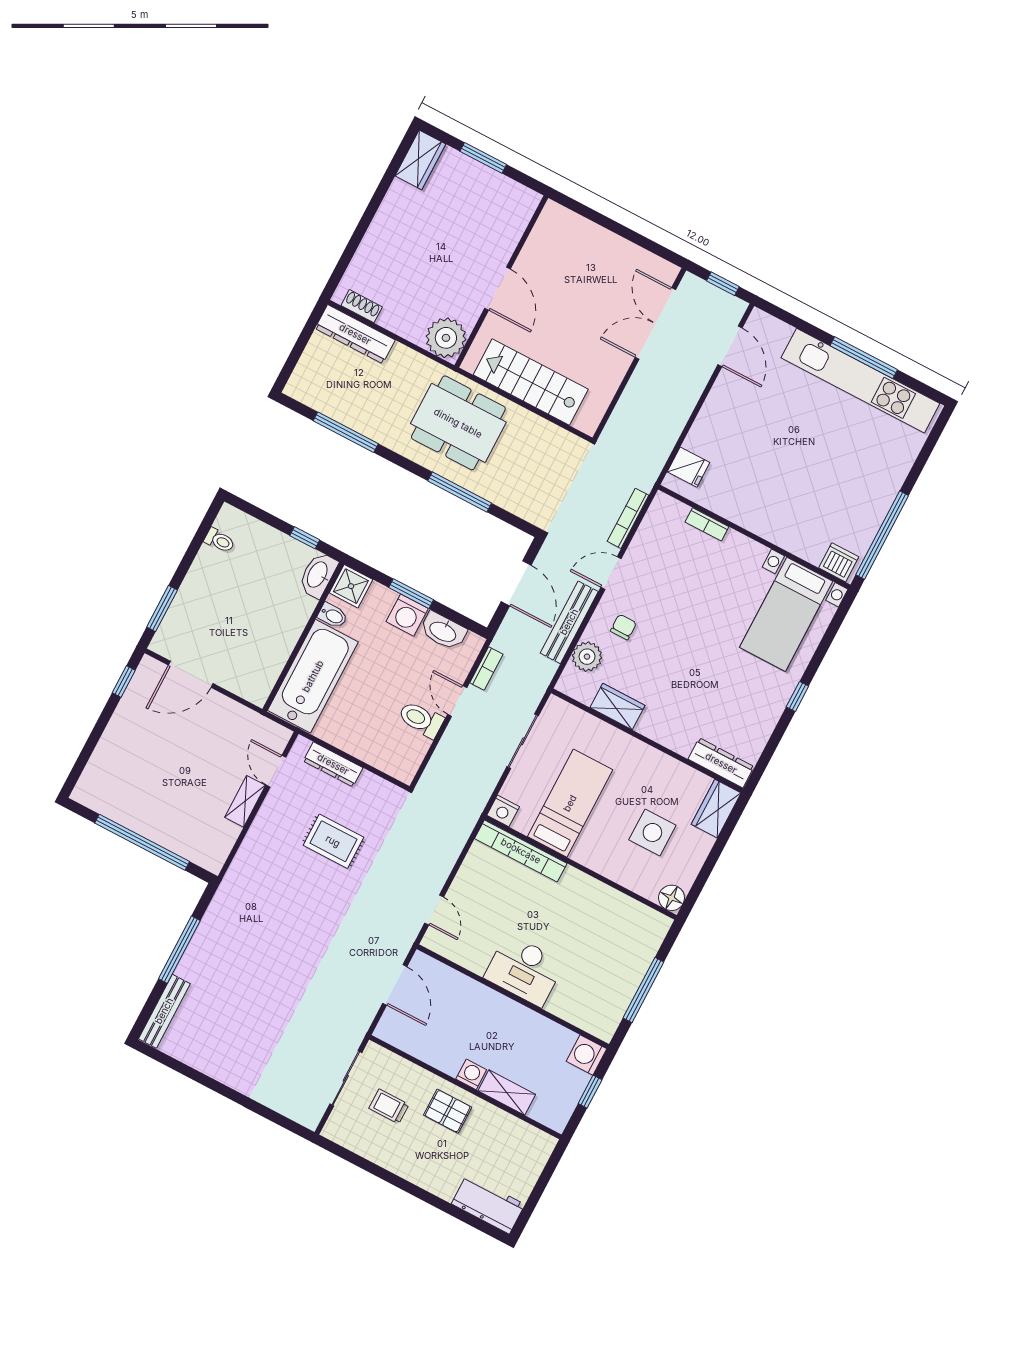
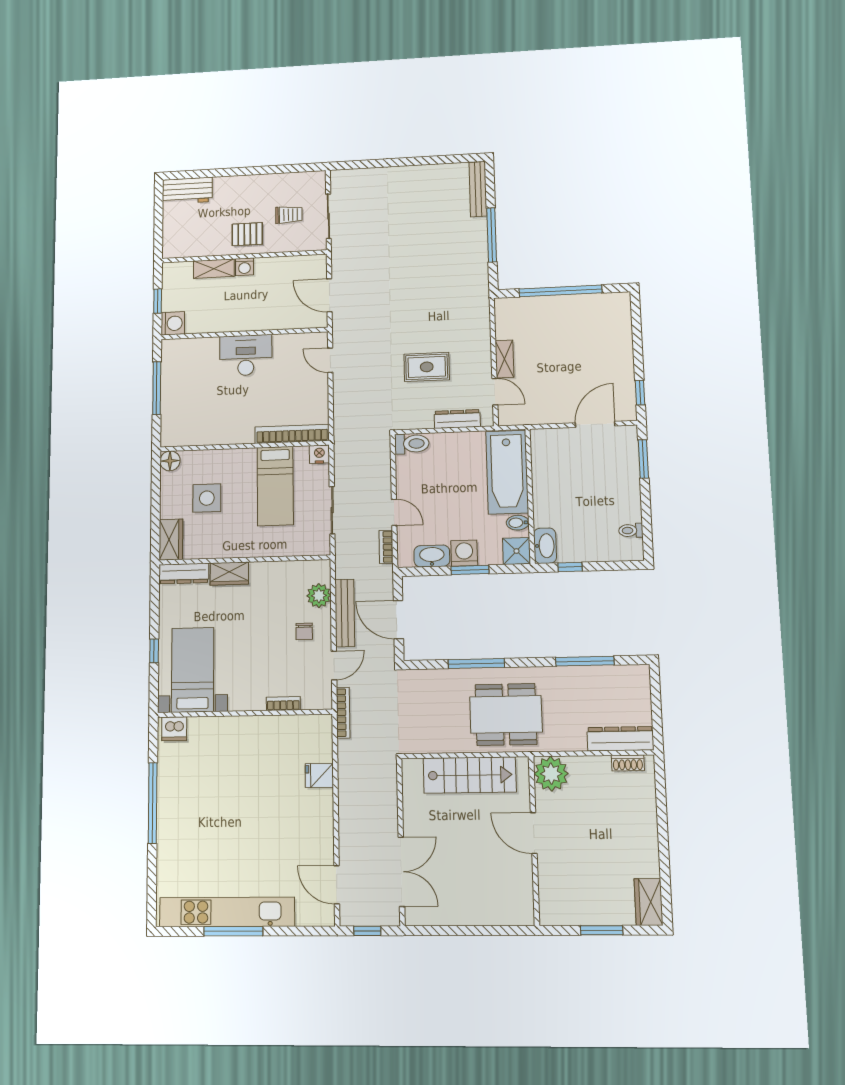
bookcase: (707, 524) -> (283, 704), moved
wall: (754, 537) -> (244, 713), moved
dishwasher: (839, 562) -> (174, 729), moved
bed with nightstands: (786, 614) -> (193, 670), moved
wardrobe: (617, 707) -> (229, 574), moved
toilet: (421, 719) -> (412, 444), moved

